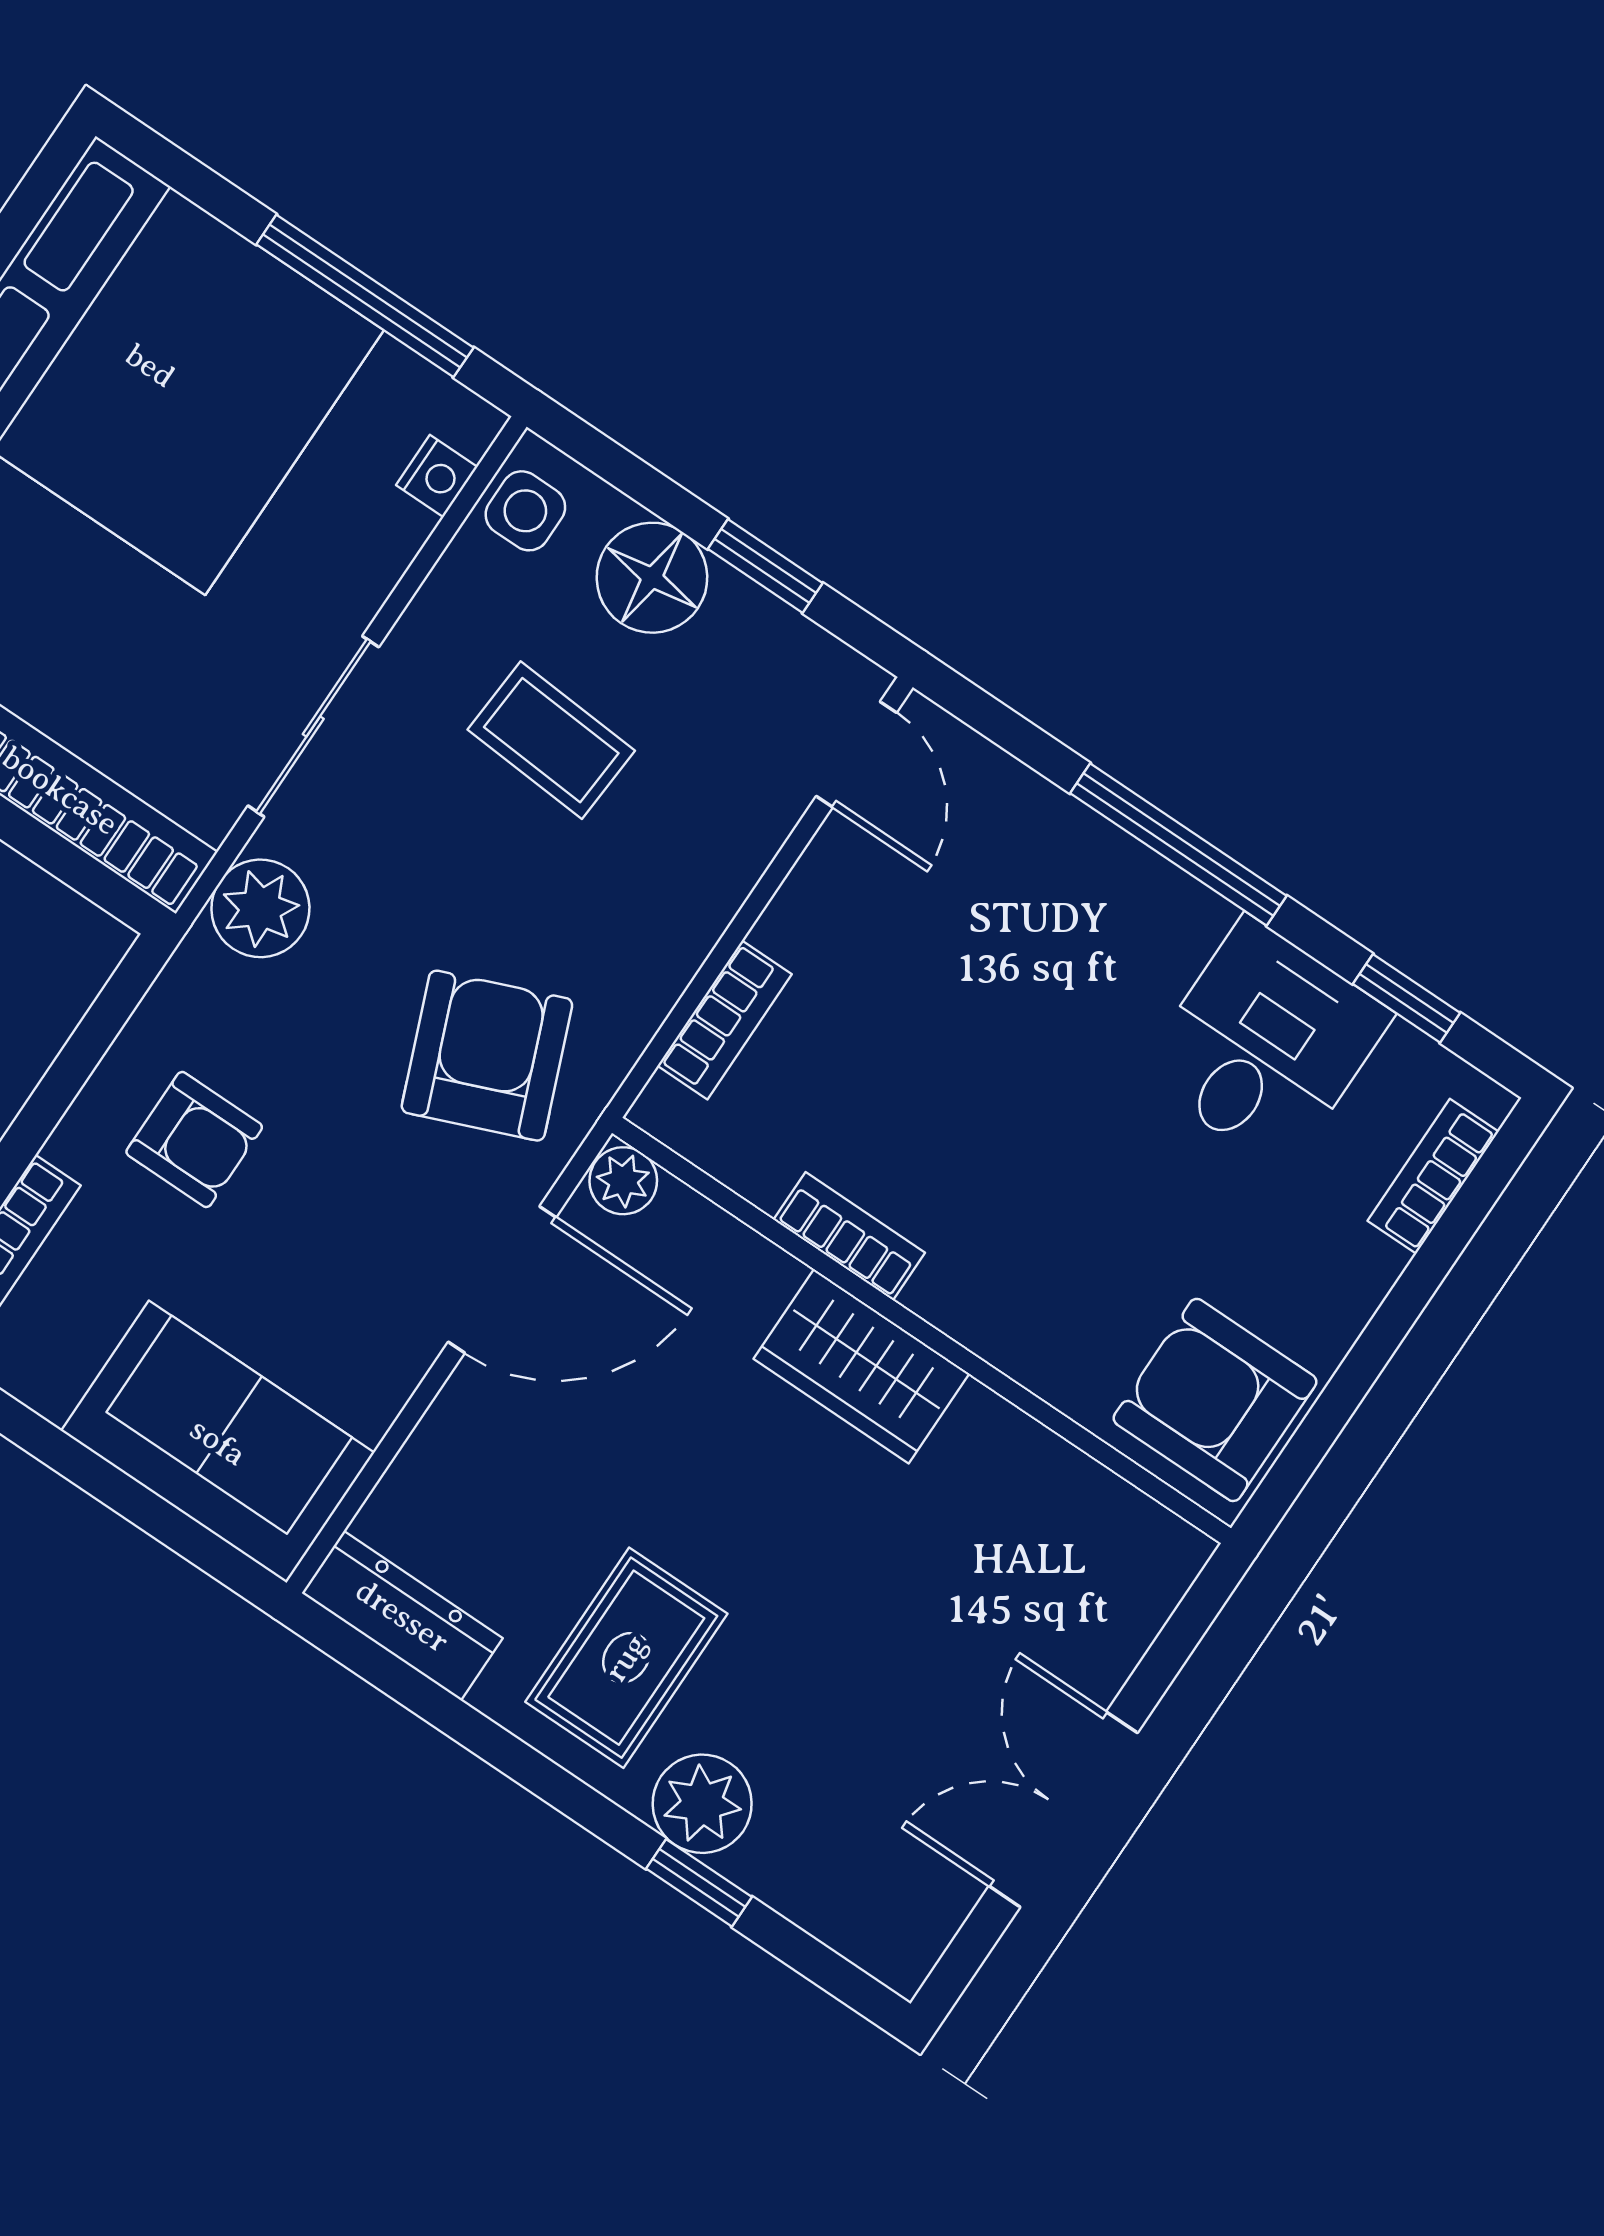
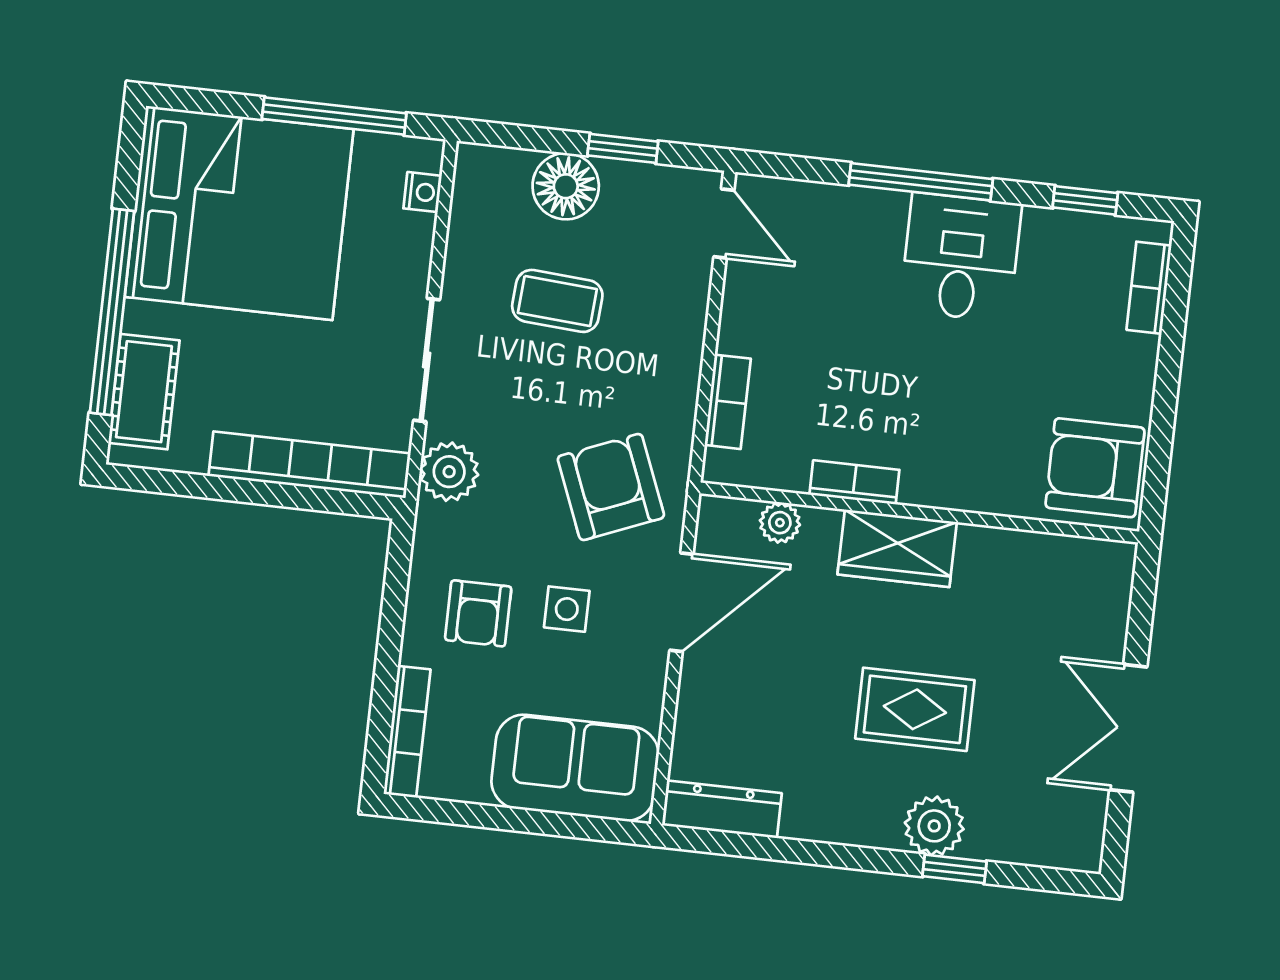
side table: (525, 511) -> (567, 609), moved
desk: (1265, 1044) -> (961, 257), moved
armchair: (194, 1139) -> (478, 613), turned 90
plant: (623, 1181) -> (780, 523), moved
rug: (626, 1658) -> (915, 709), moved, turned 90

